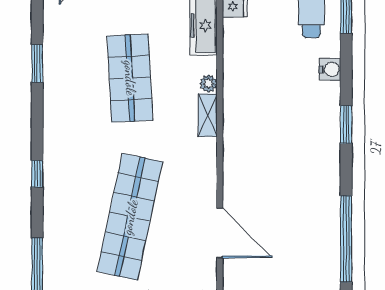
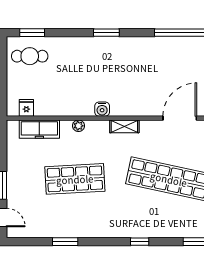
water cooler: (330, 69) -> (102, 109), moved, turned 180
shelving: (208, 115) -> (124, 126), moved

